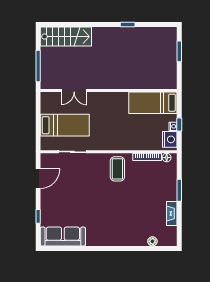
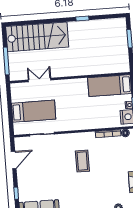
stairs: (66, 37) -> (37, 37), width x1.36, depth x1.51
double door: (74, 90) -> (40, 80), swing flipped
coffee table: (117, 169) -> (82, 161), moved

